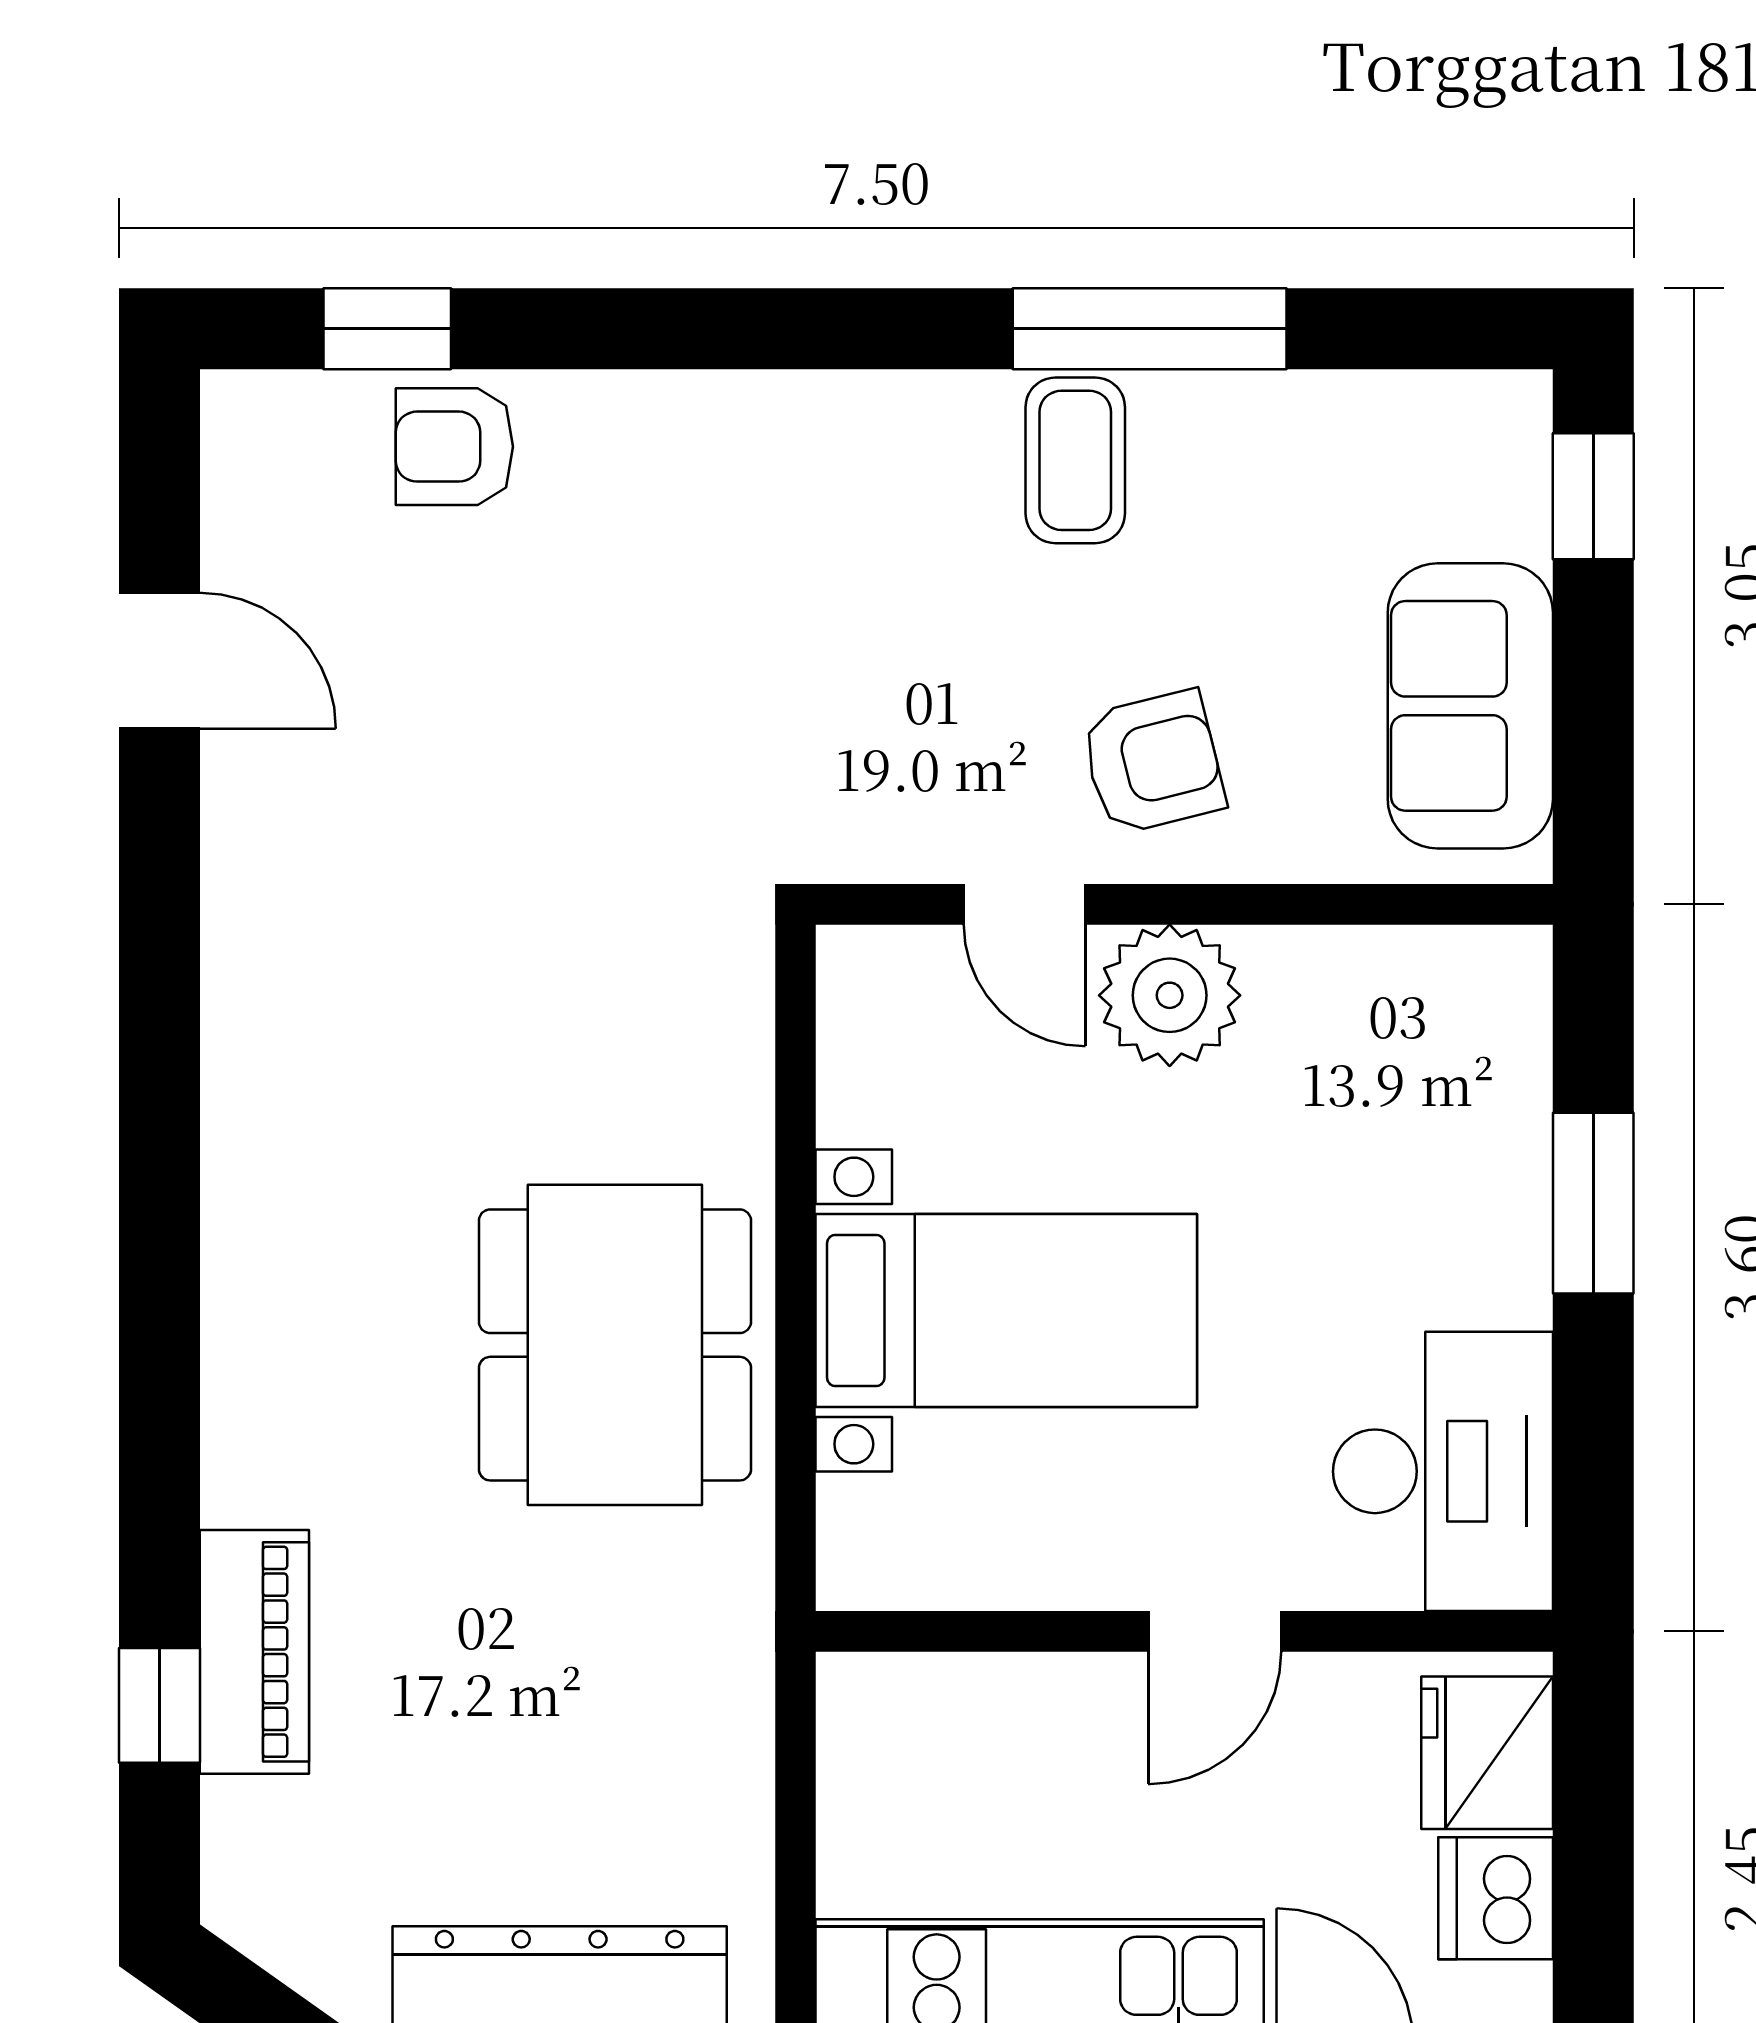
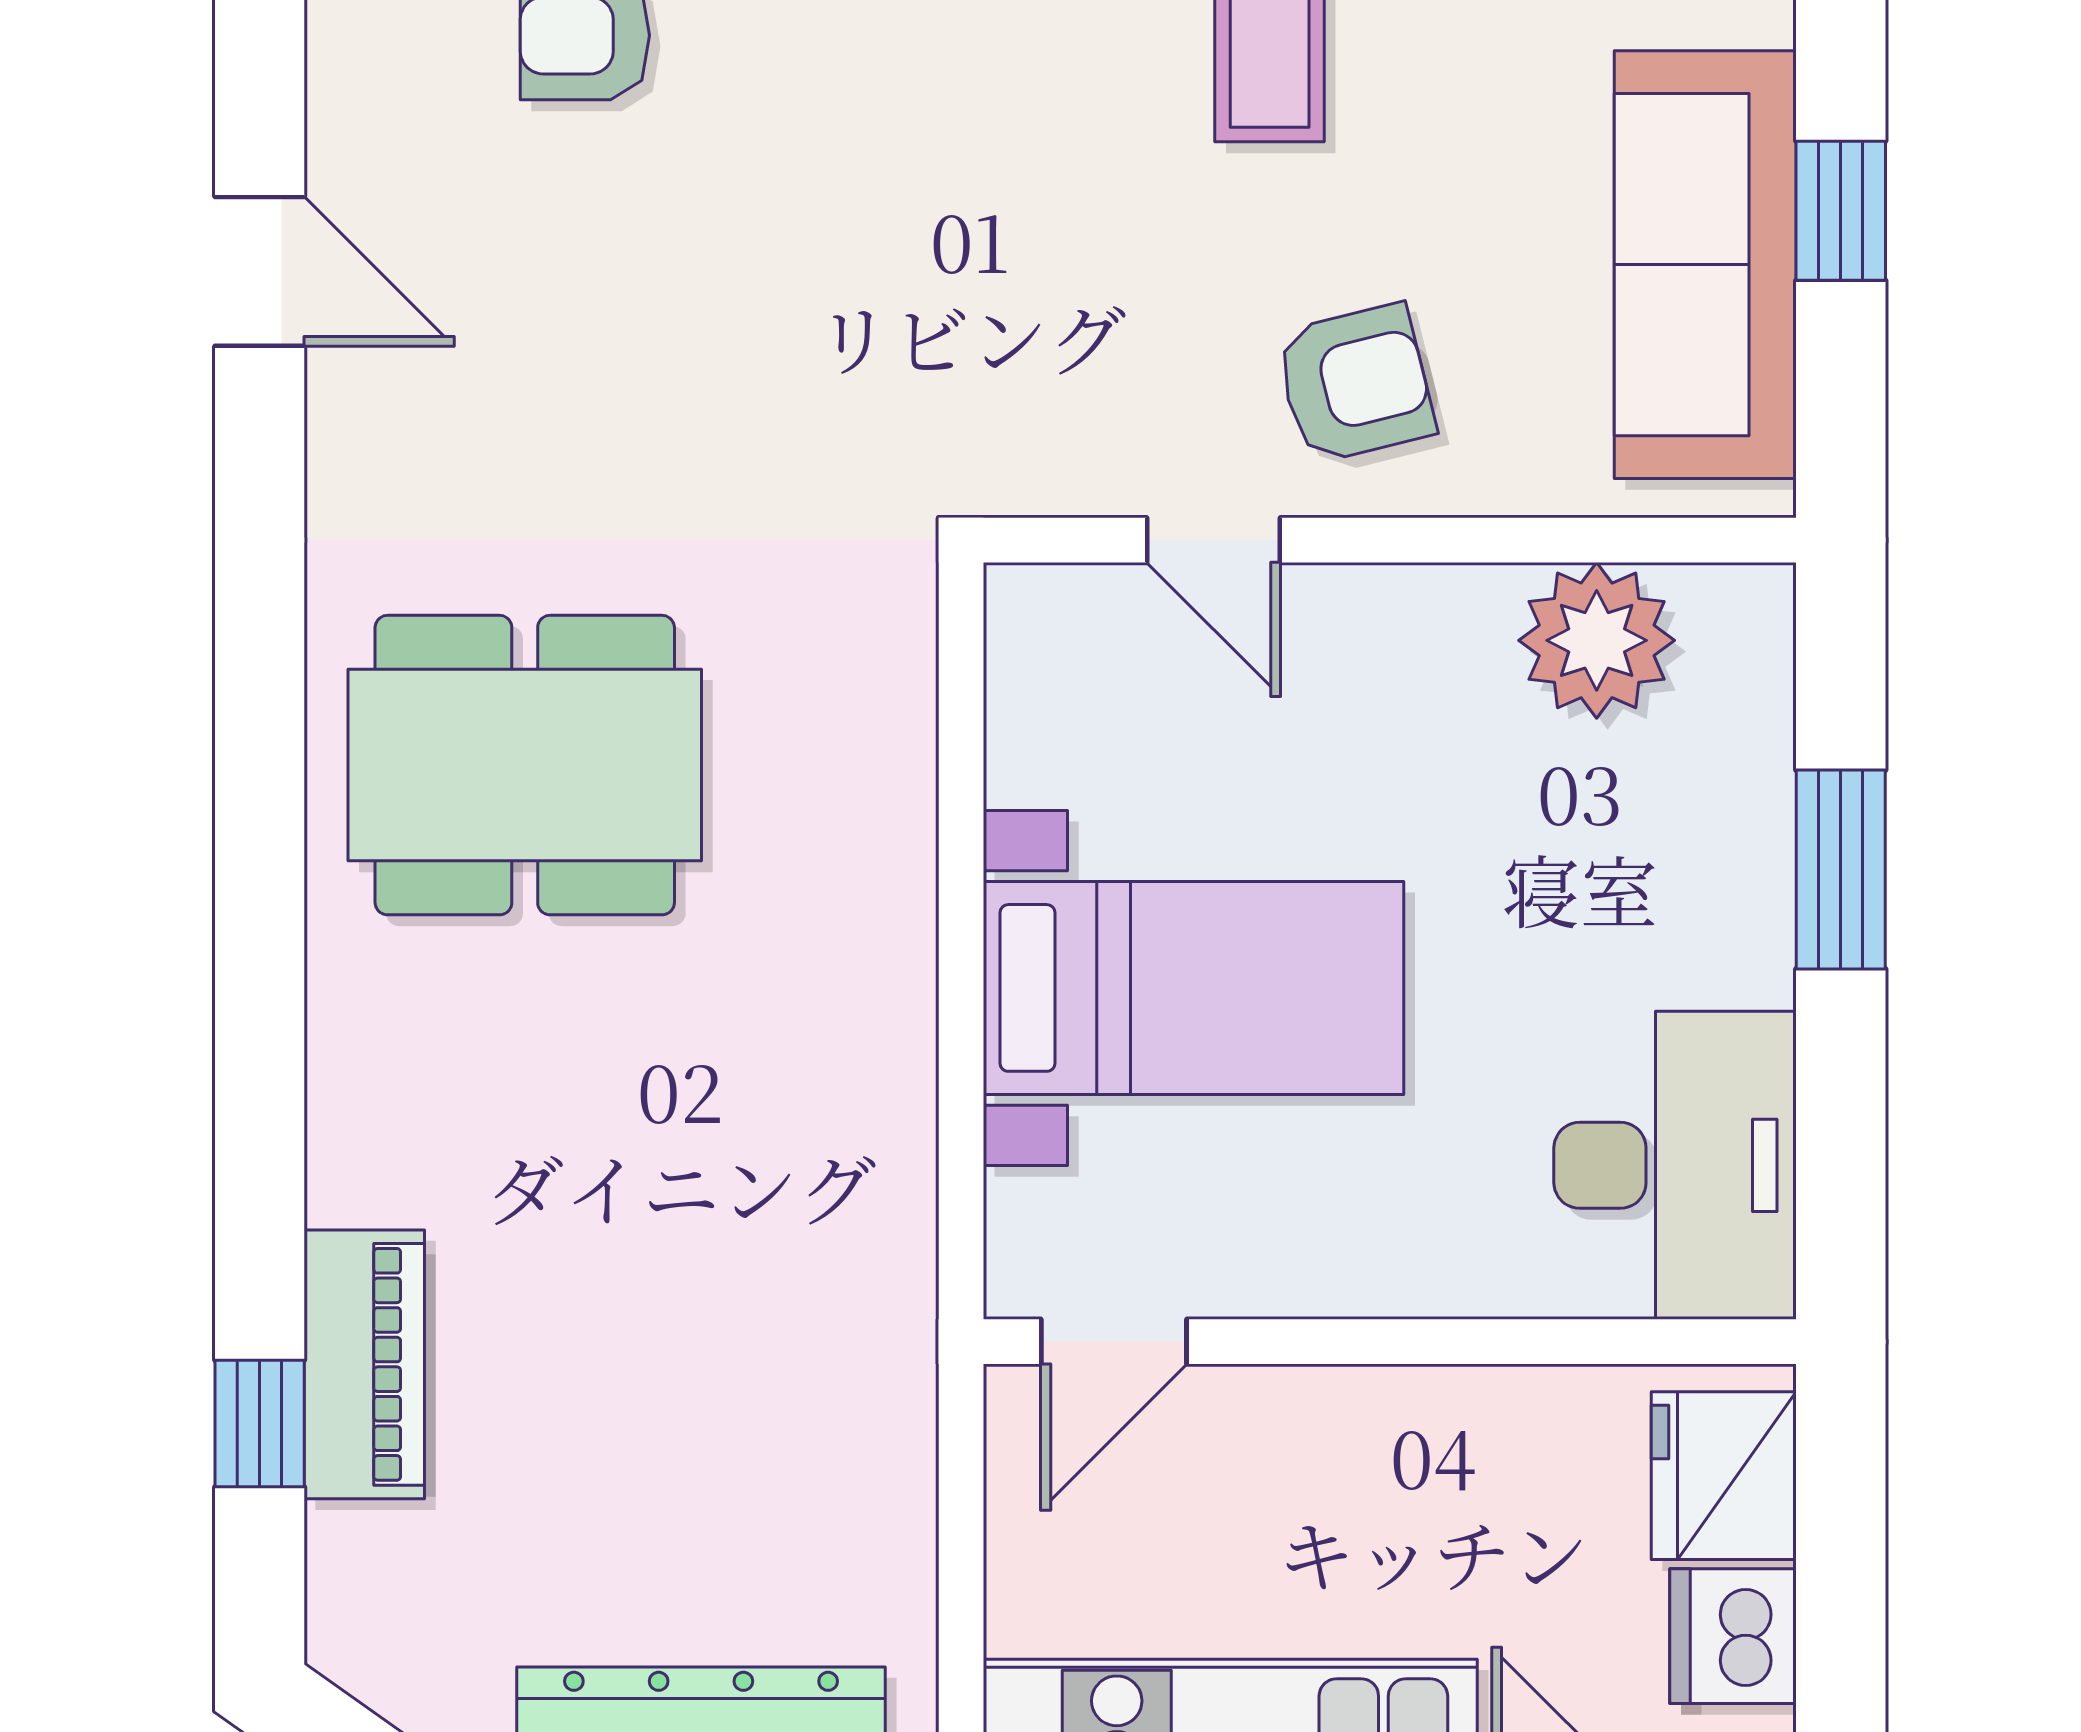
window: (1593, 496) -> (1841, 211), moved
sofa: (1470, 706) -> (1705, 265), width x1.36
plant: (1170, 995) -> (1597, 640), moved
dining table: (615, 1345) -> (525, 765), moved, turned 90
door: (1215, 1631) -> (1114, 1342), moved

